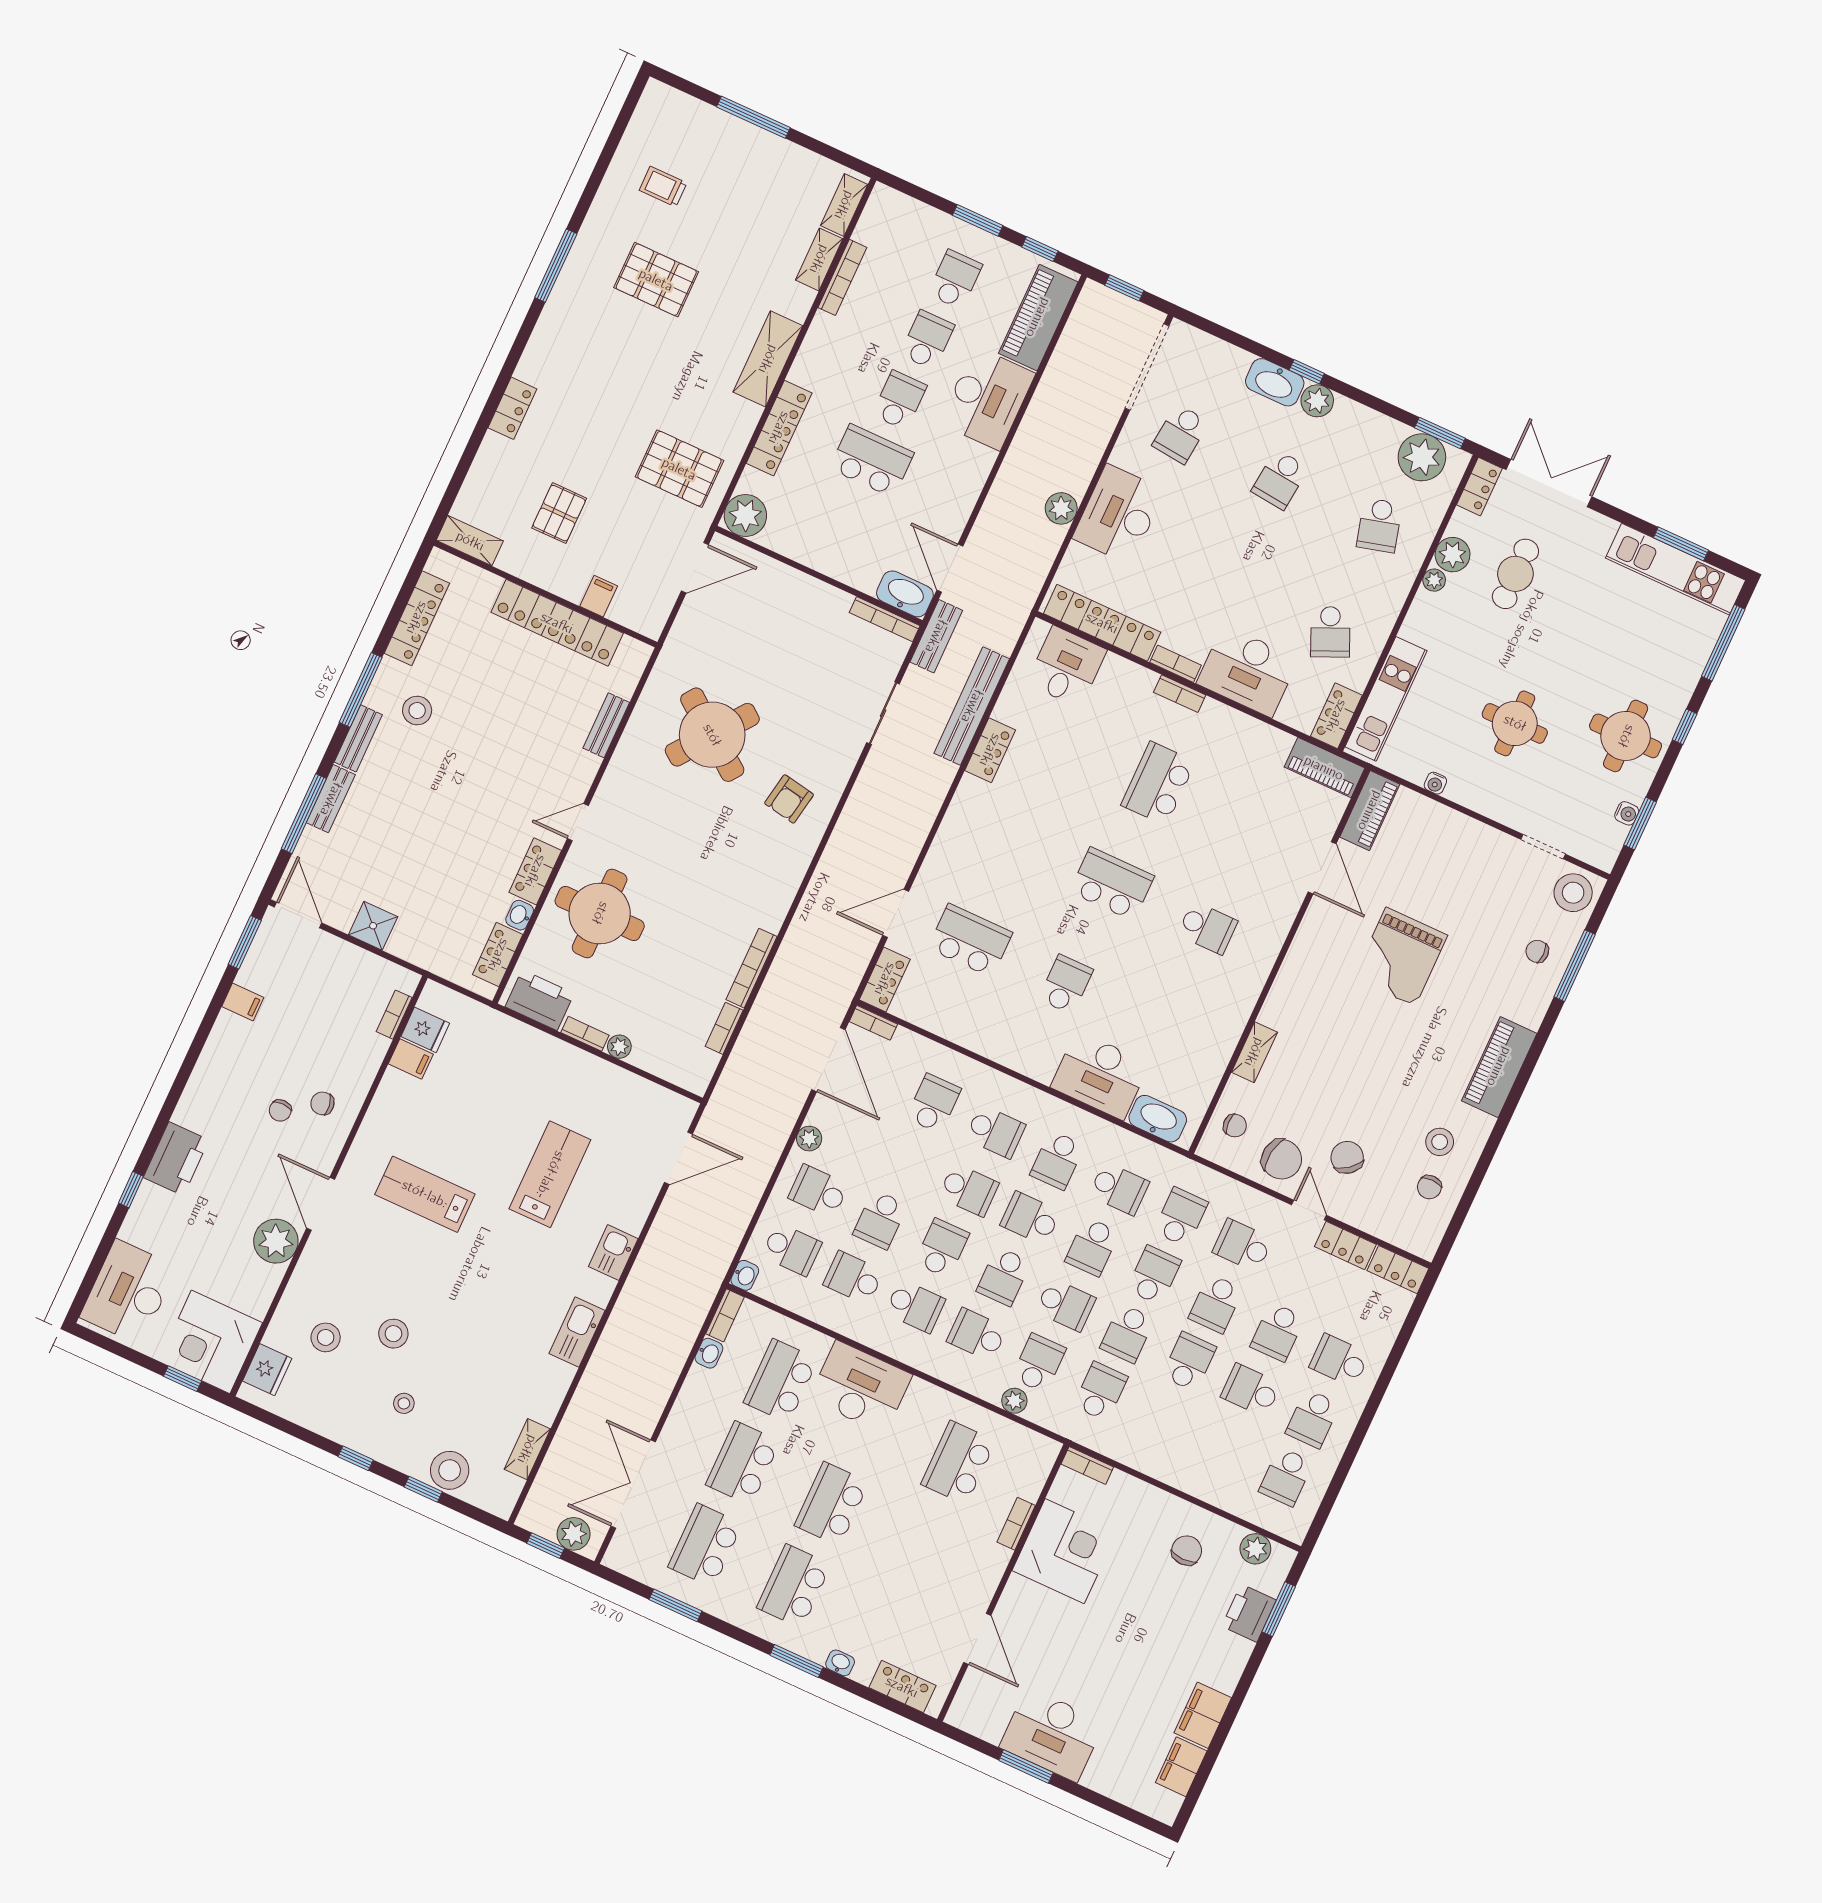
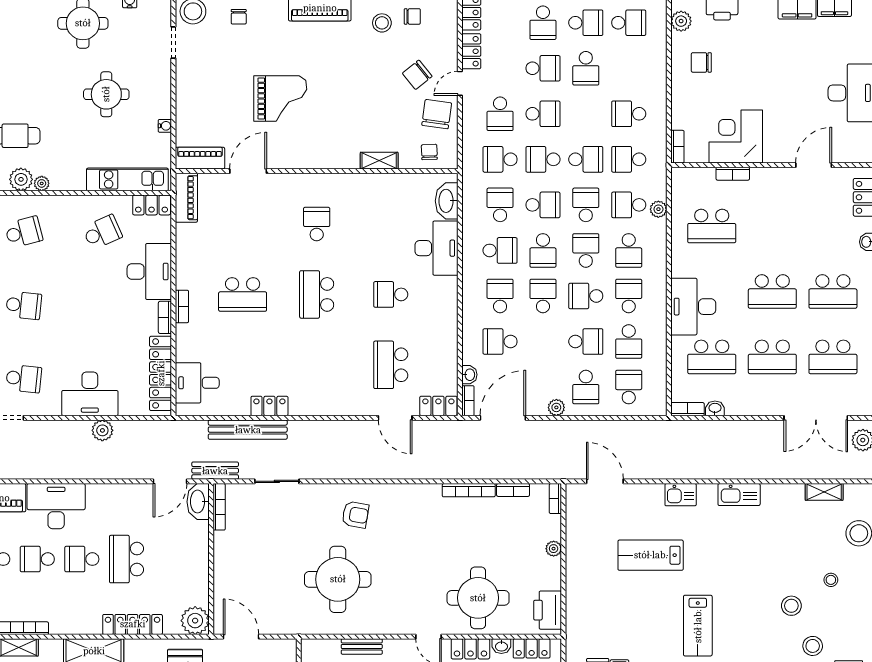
round table: (712, 735) -> (338, 579), turned -37
bookcase: (585, 1034) -> (555, 499), moved
washbasin: (745, 1275) -> (469, 375), moved, turned 90
school desk: (1004, 1276) -> (586, 250), turned -90
school desk: (1189, 1362) -> (629, 114), moved

